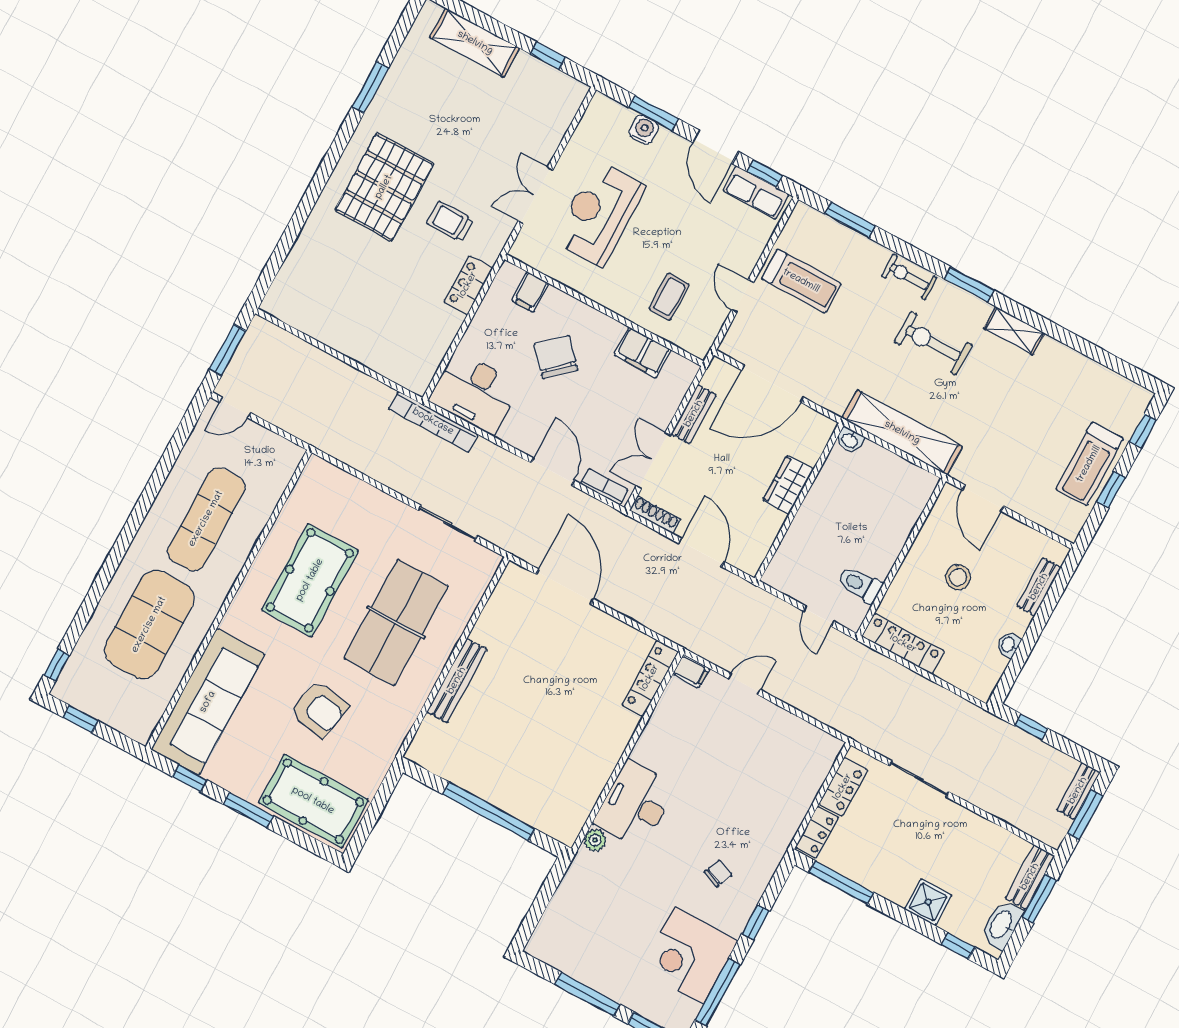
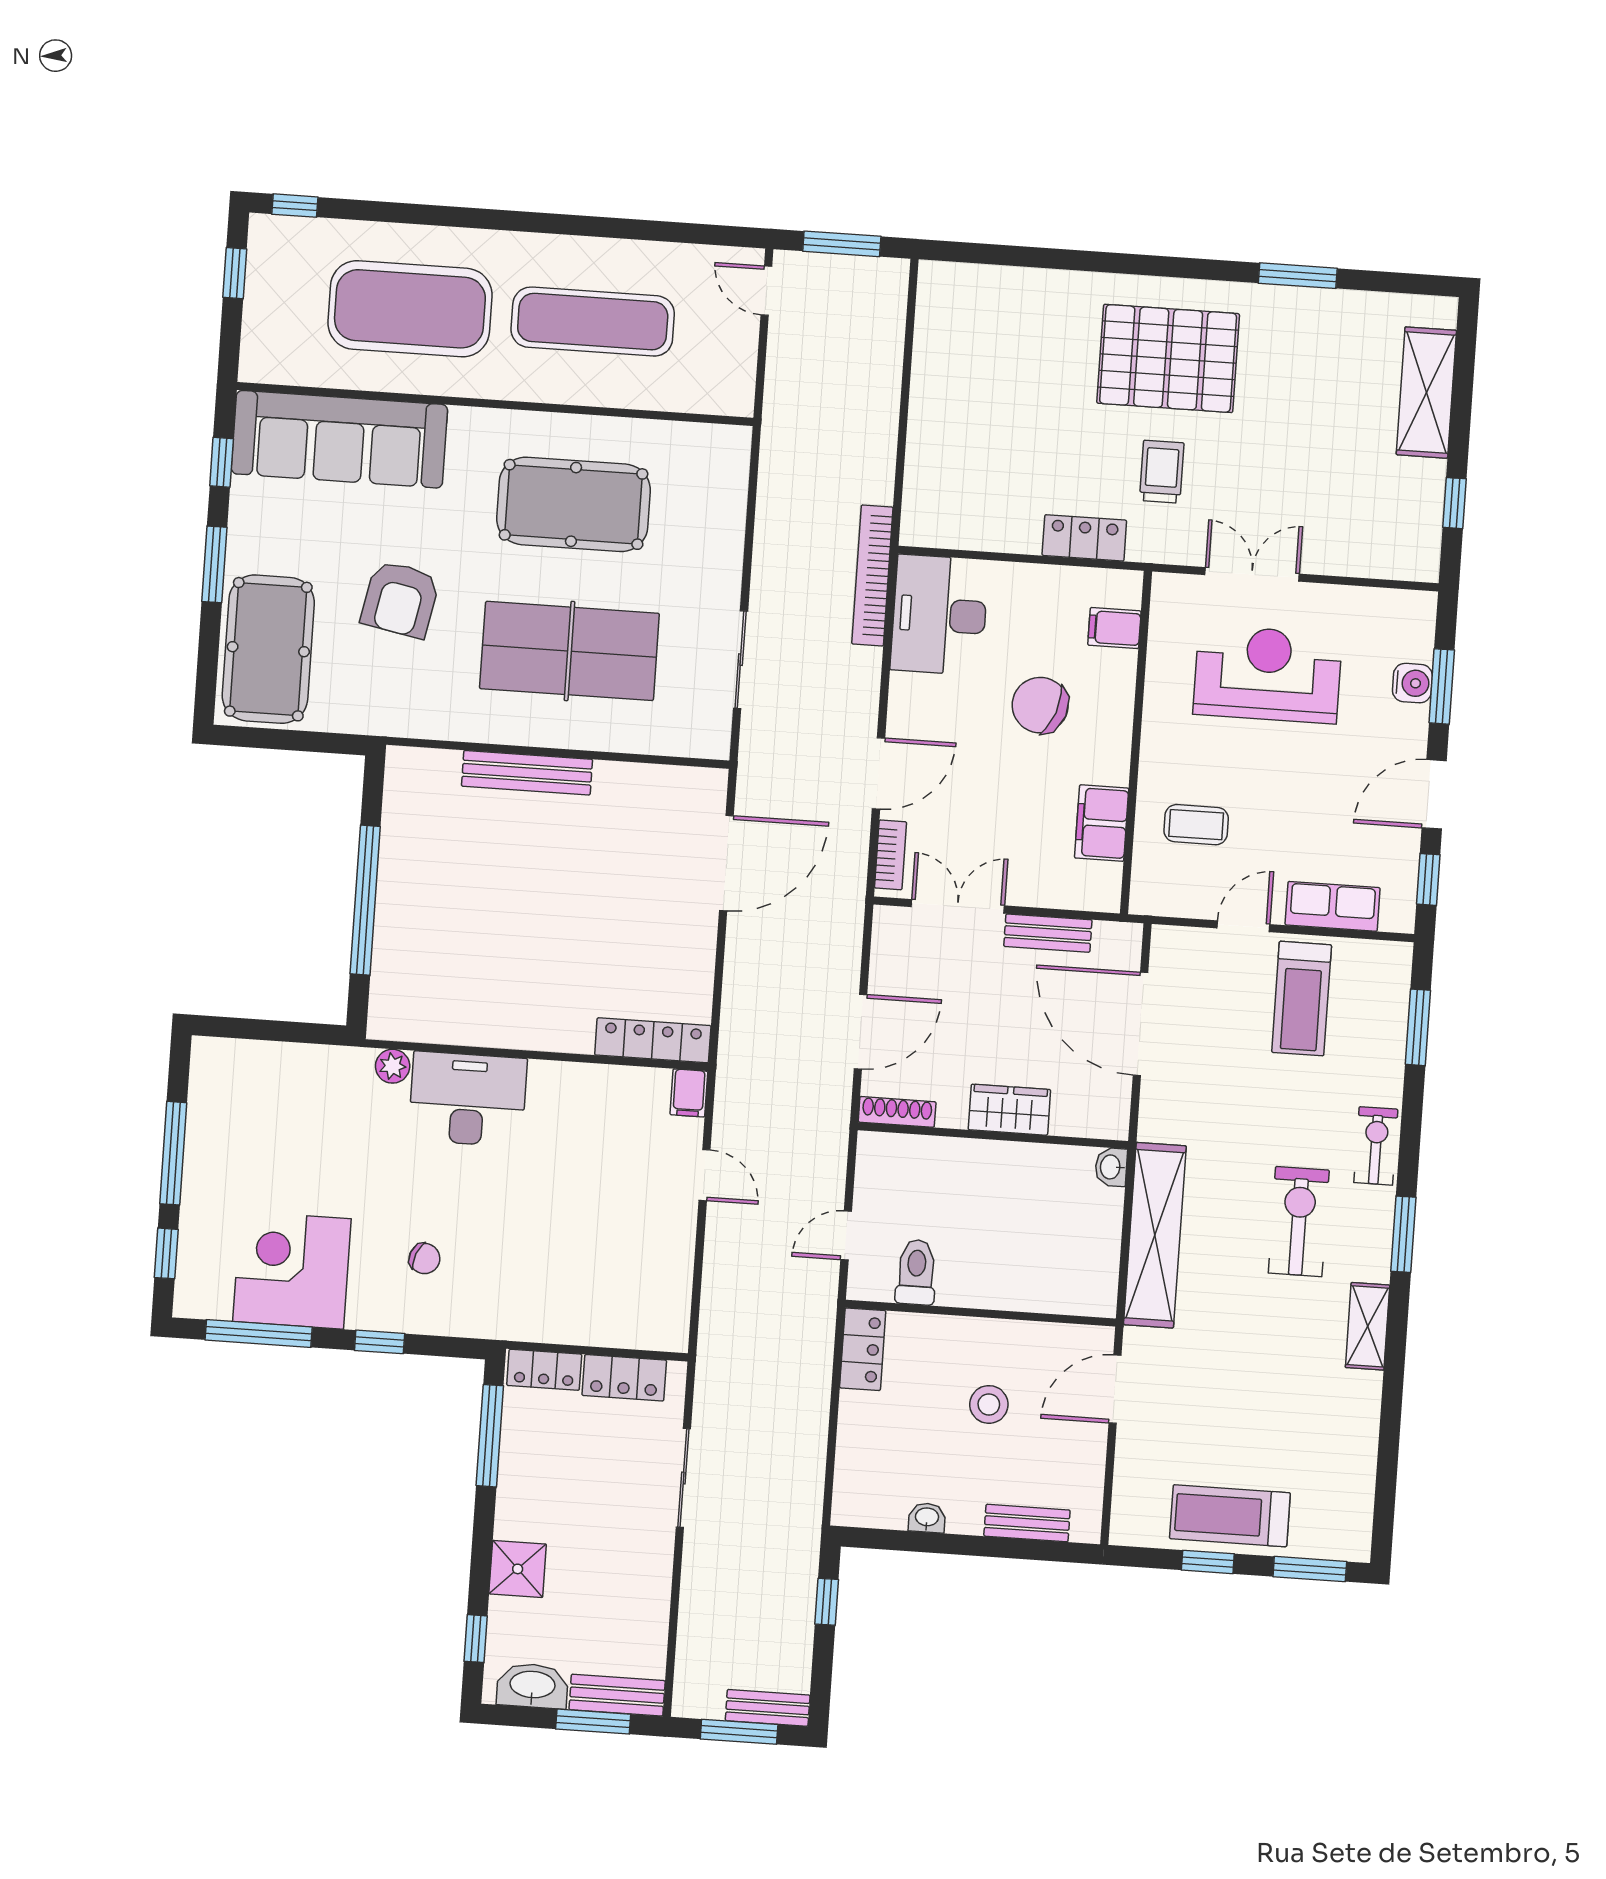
row of seats: (756, 193) -> (1333, 906), moved, turned 90
chair: (556, 357) -> (1040, 705), turned -117
window: (1143, 431) -> (1310, 1569), width x1.50
shoe rack: (655, 515) -> (897, 1112), moved, turned -90
locker: (903, 644) -> (863, 1349), width x0.66

